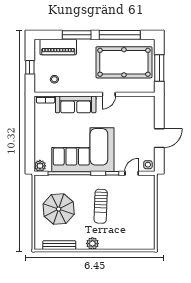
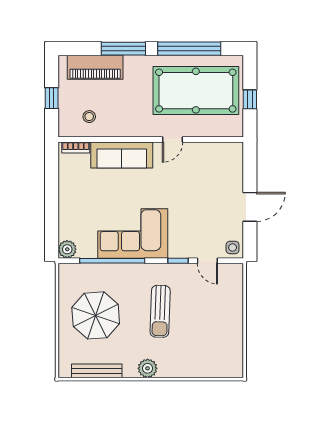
window: (159, 68) -> (250, 99), width x0.46
corner sofa: (83, 150) -> (133, 233), width x0.73, depth x0.74
door: (132, 173) -> (207, 261), swing flipped

